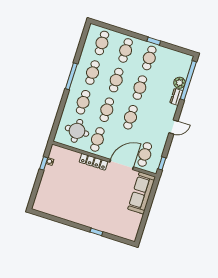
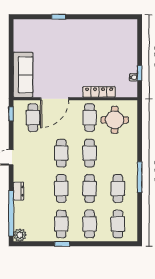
plant: (179, 83) -> (20, 235), moved
cafe table: (83, 102) -> (118, 153), removed
locker: (94, 162) -> (99, 92), moved

